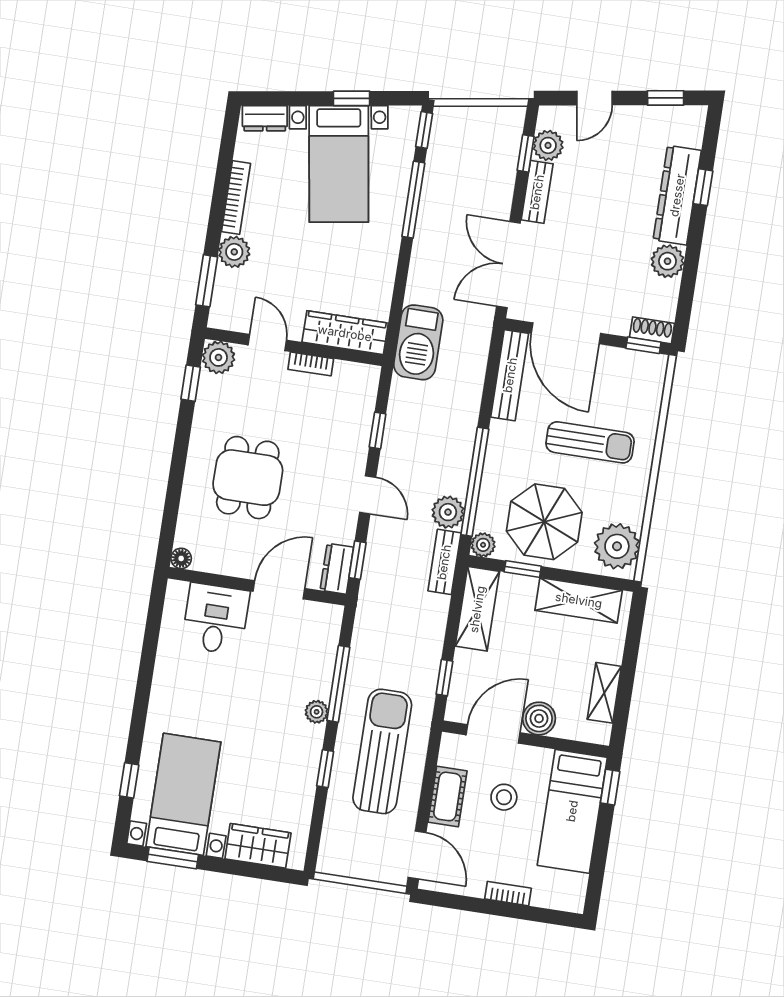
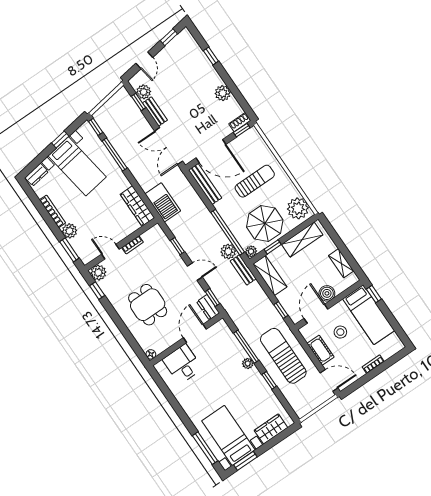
dresser: (677, 195) -> (205, 67), removed
wardrobe: (345, 333) -> (137, 206), moved, turned -90
window: (129, 780) -> (205, 448), width x2.17

